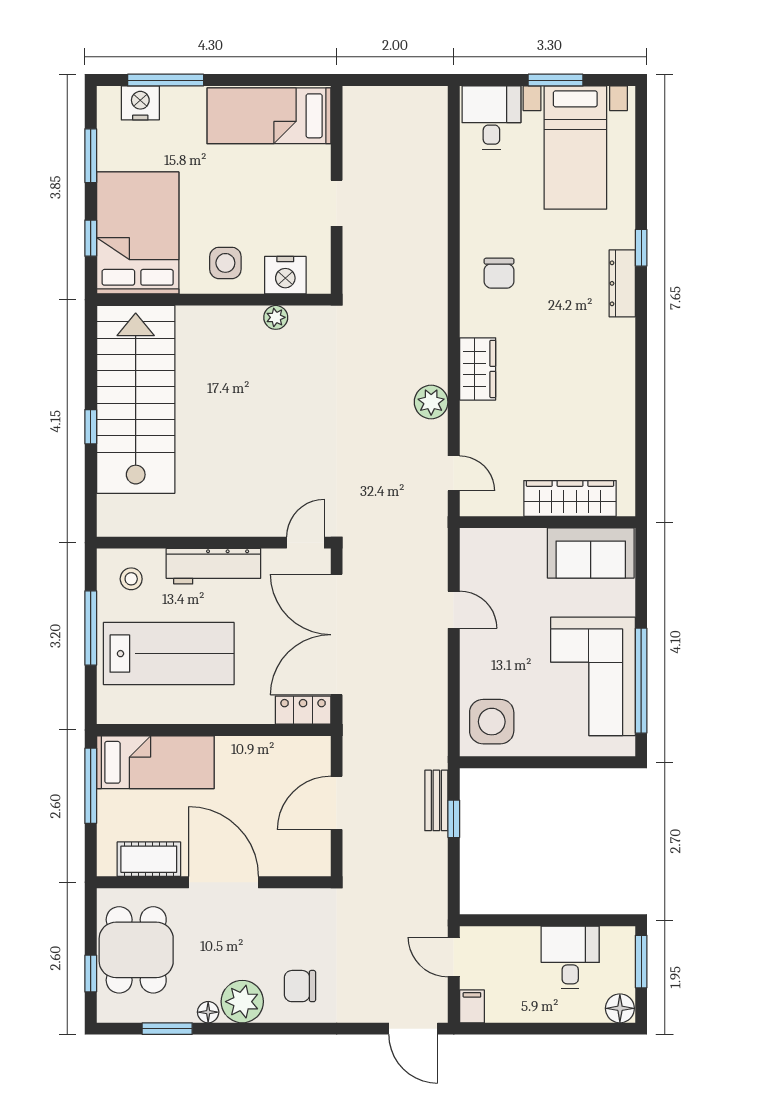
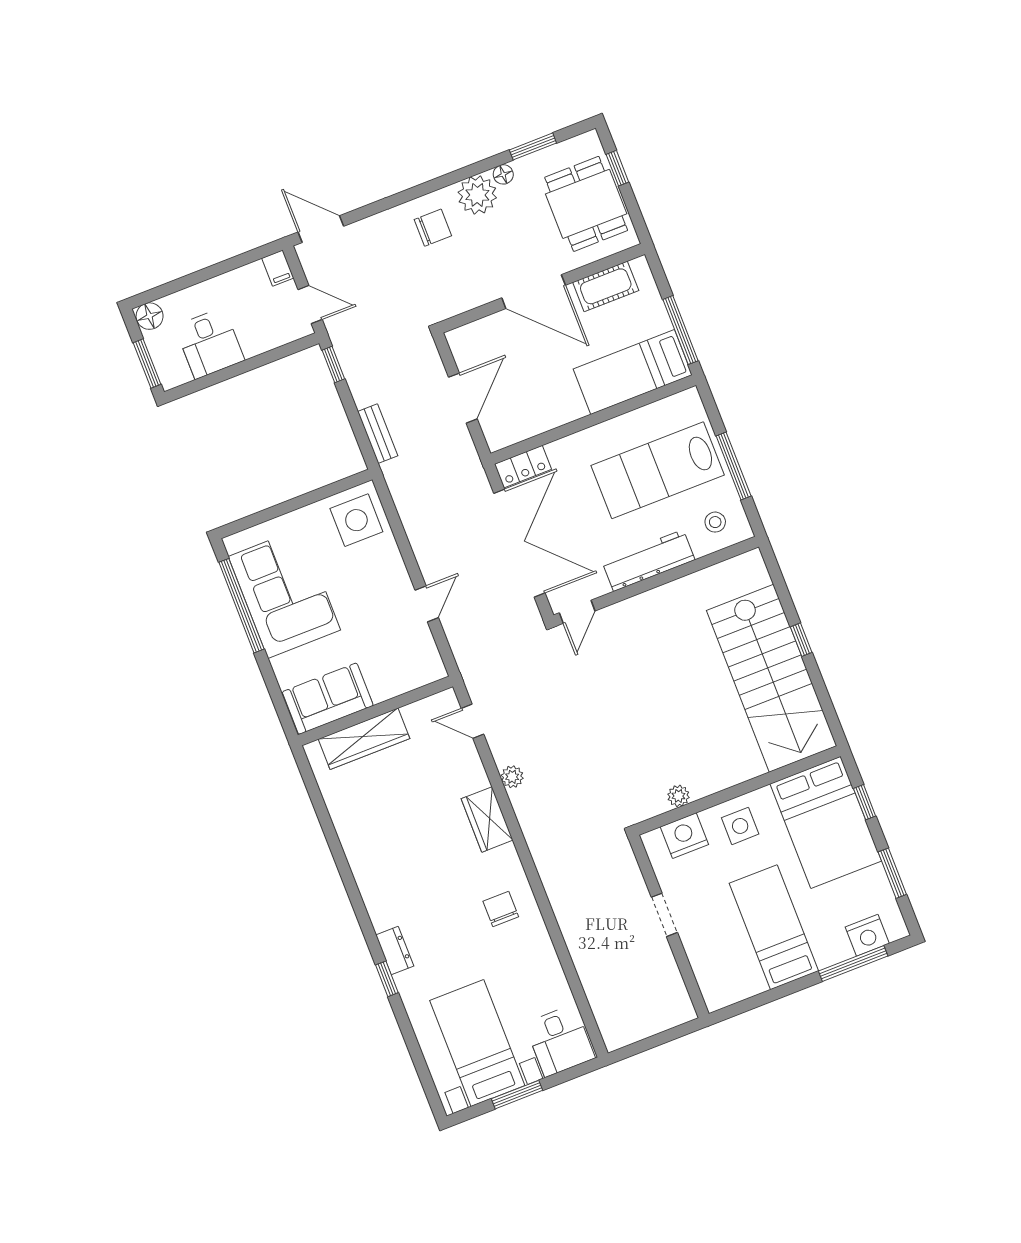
bed: (269, 116) -> (774, 927), moved, turned -90
dresser: (622, 283) -> (395, 951), width x0.70
plant: (431, 402) -> (512, 777), width x0.73, depth x0.73
door: (454, 610) -> (427, 604), swing flipped
window: (454, 819) -> (333, 364), moved

